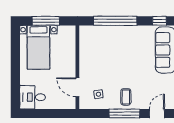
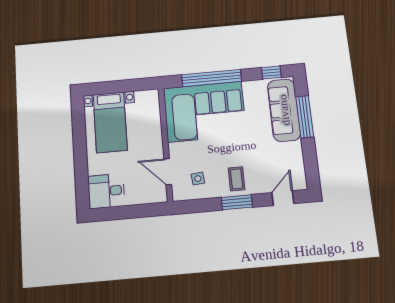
window: (46, 21) -> (118, 87), removed
corner sofa: (108, 46) -> (205, 112), added
window: (124, 113) -> (237, 202), width x0.69

